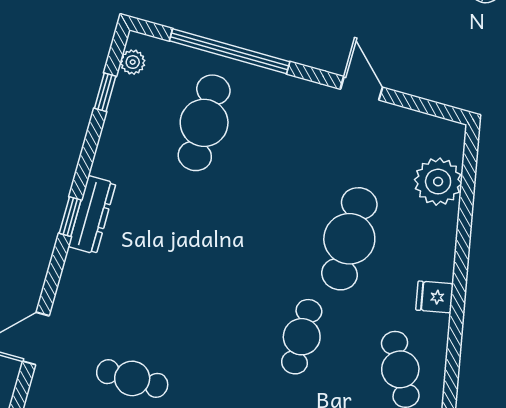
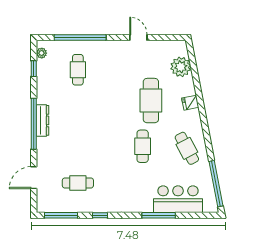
cafe table: (204, 123) -> (78, 70), width x0.73, depth x0.74
window: (70, 217) -> (34, 124), width x3.17
fridge: (434, 297) -> (190, 103), moved

